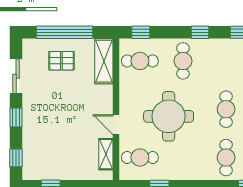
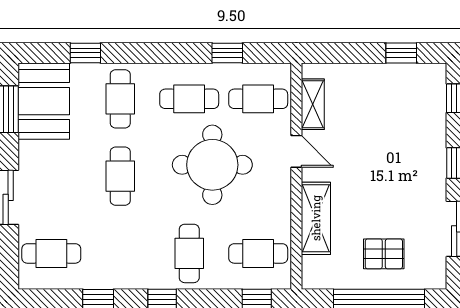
shelving: (104, 61) -> (316, 218), moved
cafe table: (183, 158) -> (189, 99), added

